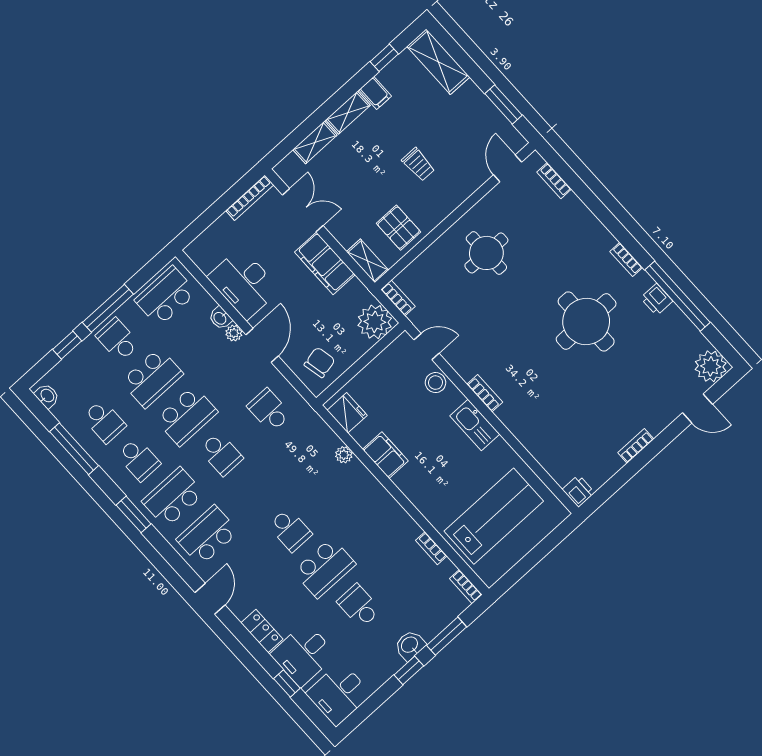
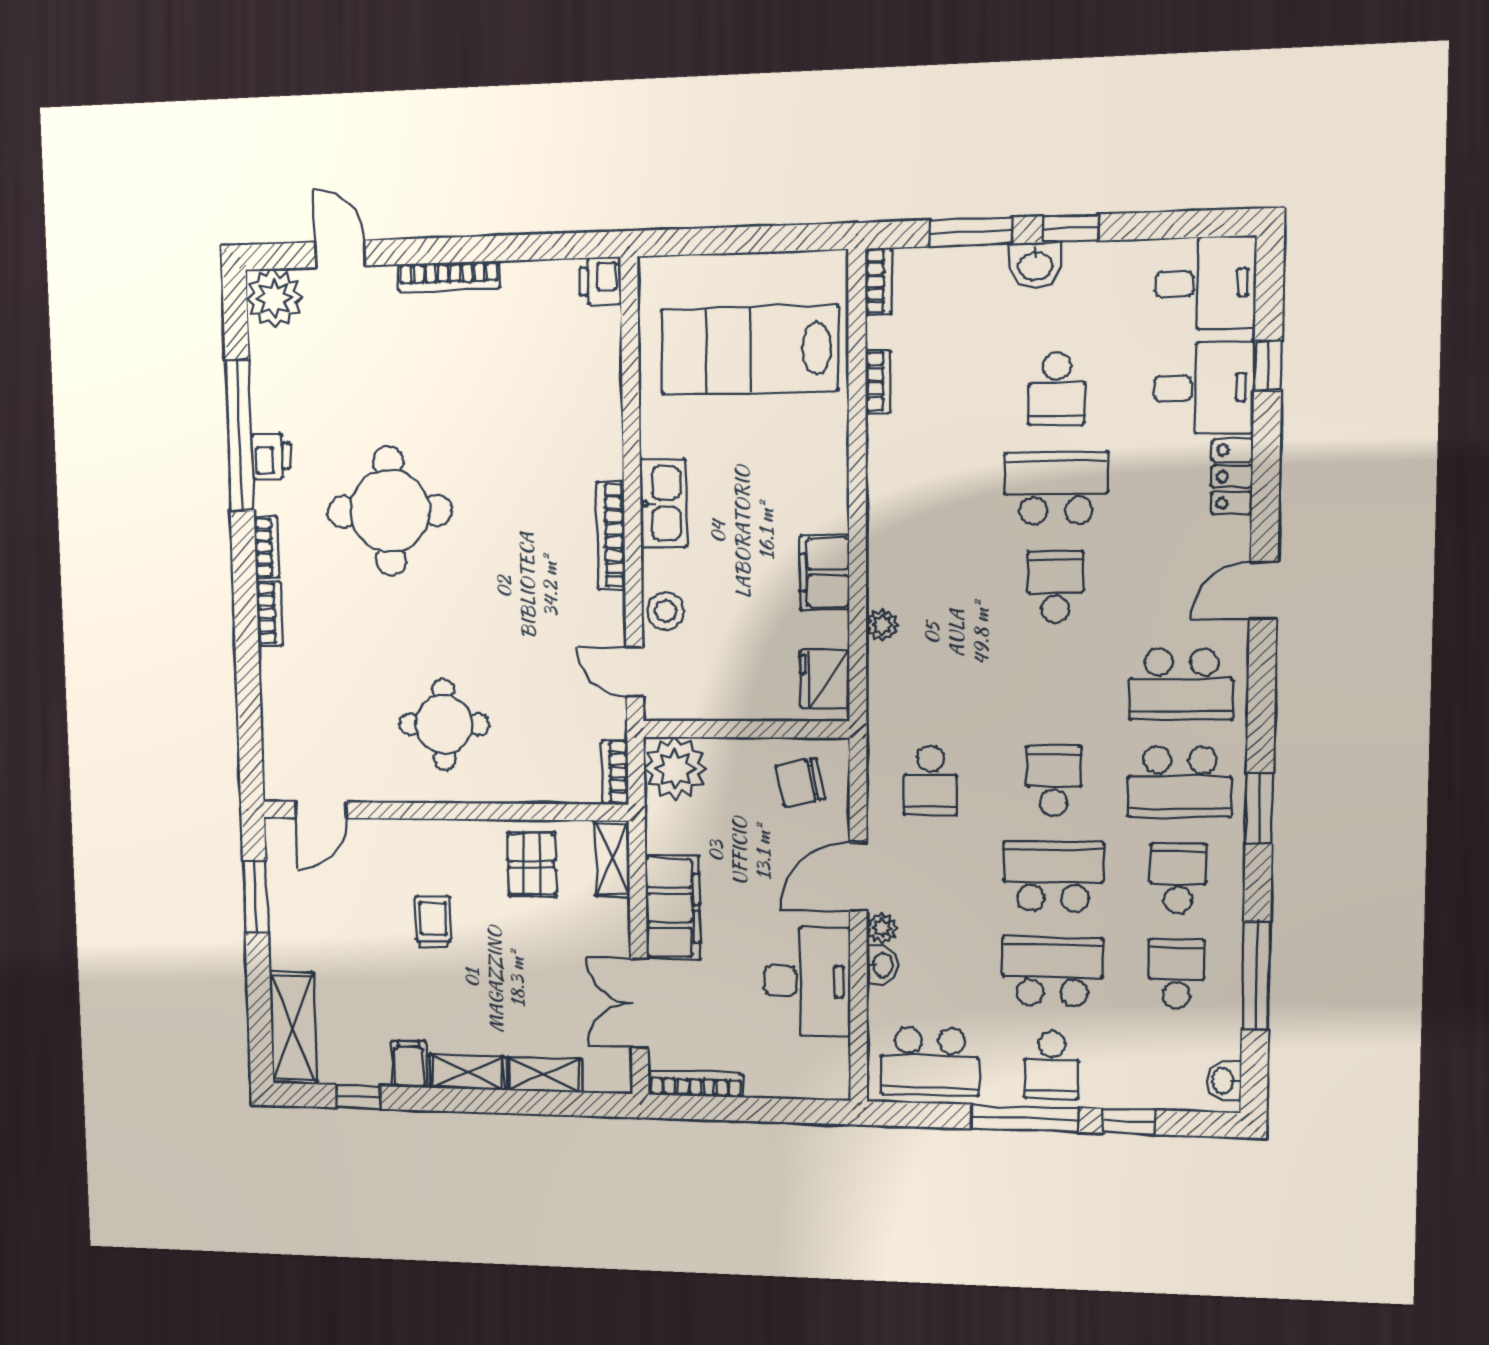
bookcase: (554, 181) -> (269, 613), moved
bookcase: (485, 393) -> (611, 536), width x1.56
bookcase: (636, 446) -> (449, 276), width x1.56

